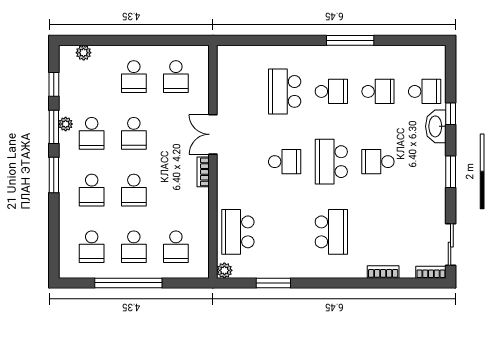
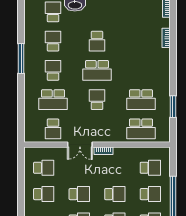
school desk: (238, 91) -> (53, 129), added
school desk: (331, 232) -> (141, 100), moved, turned 180
plant: (224, 270) -> (165, 137), removed

